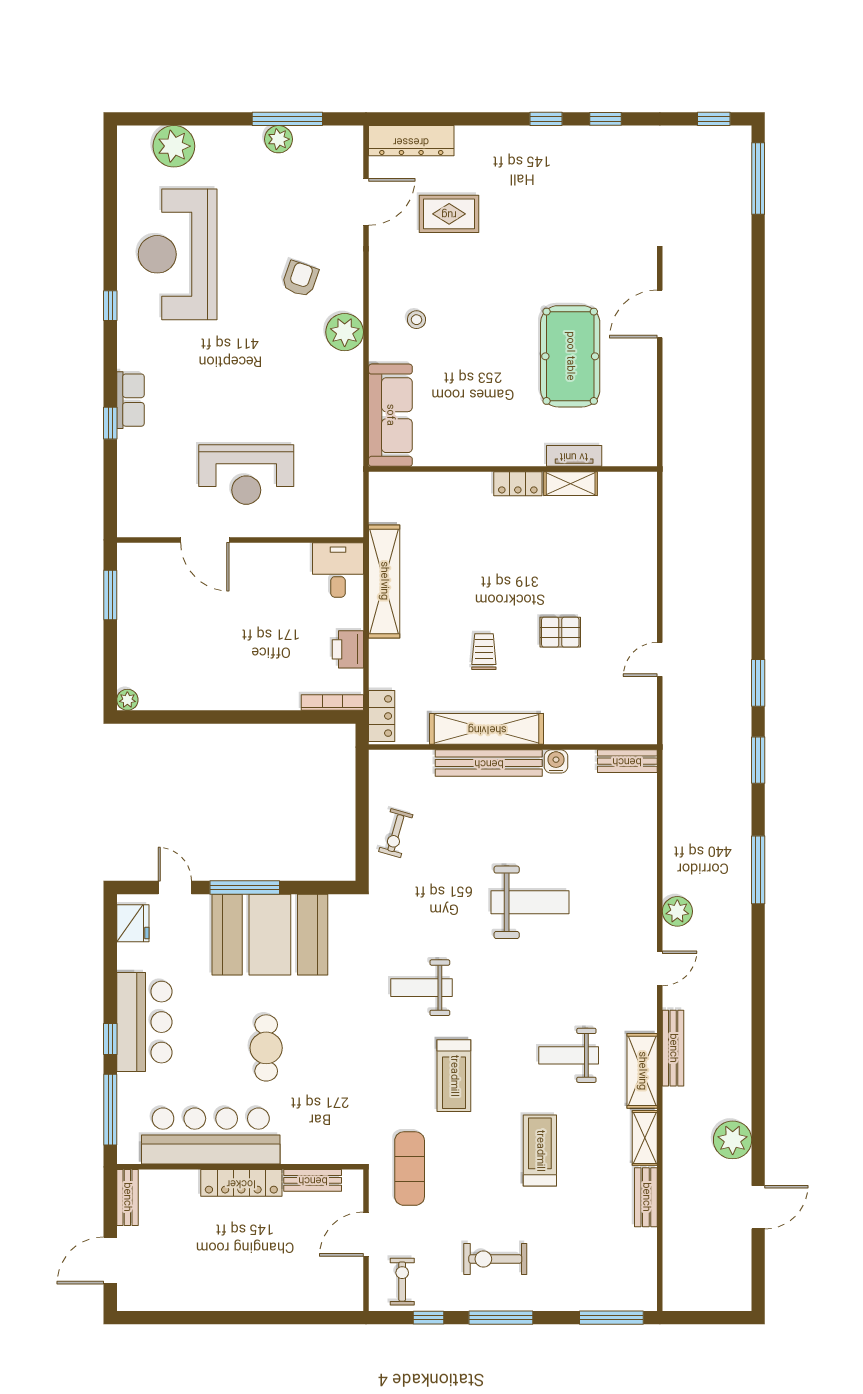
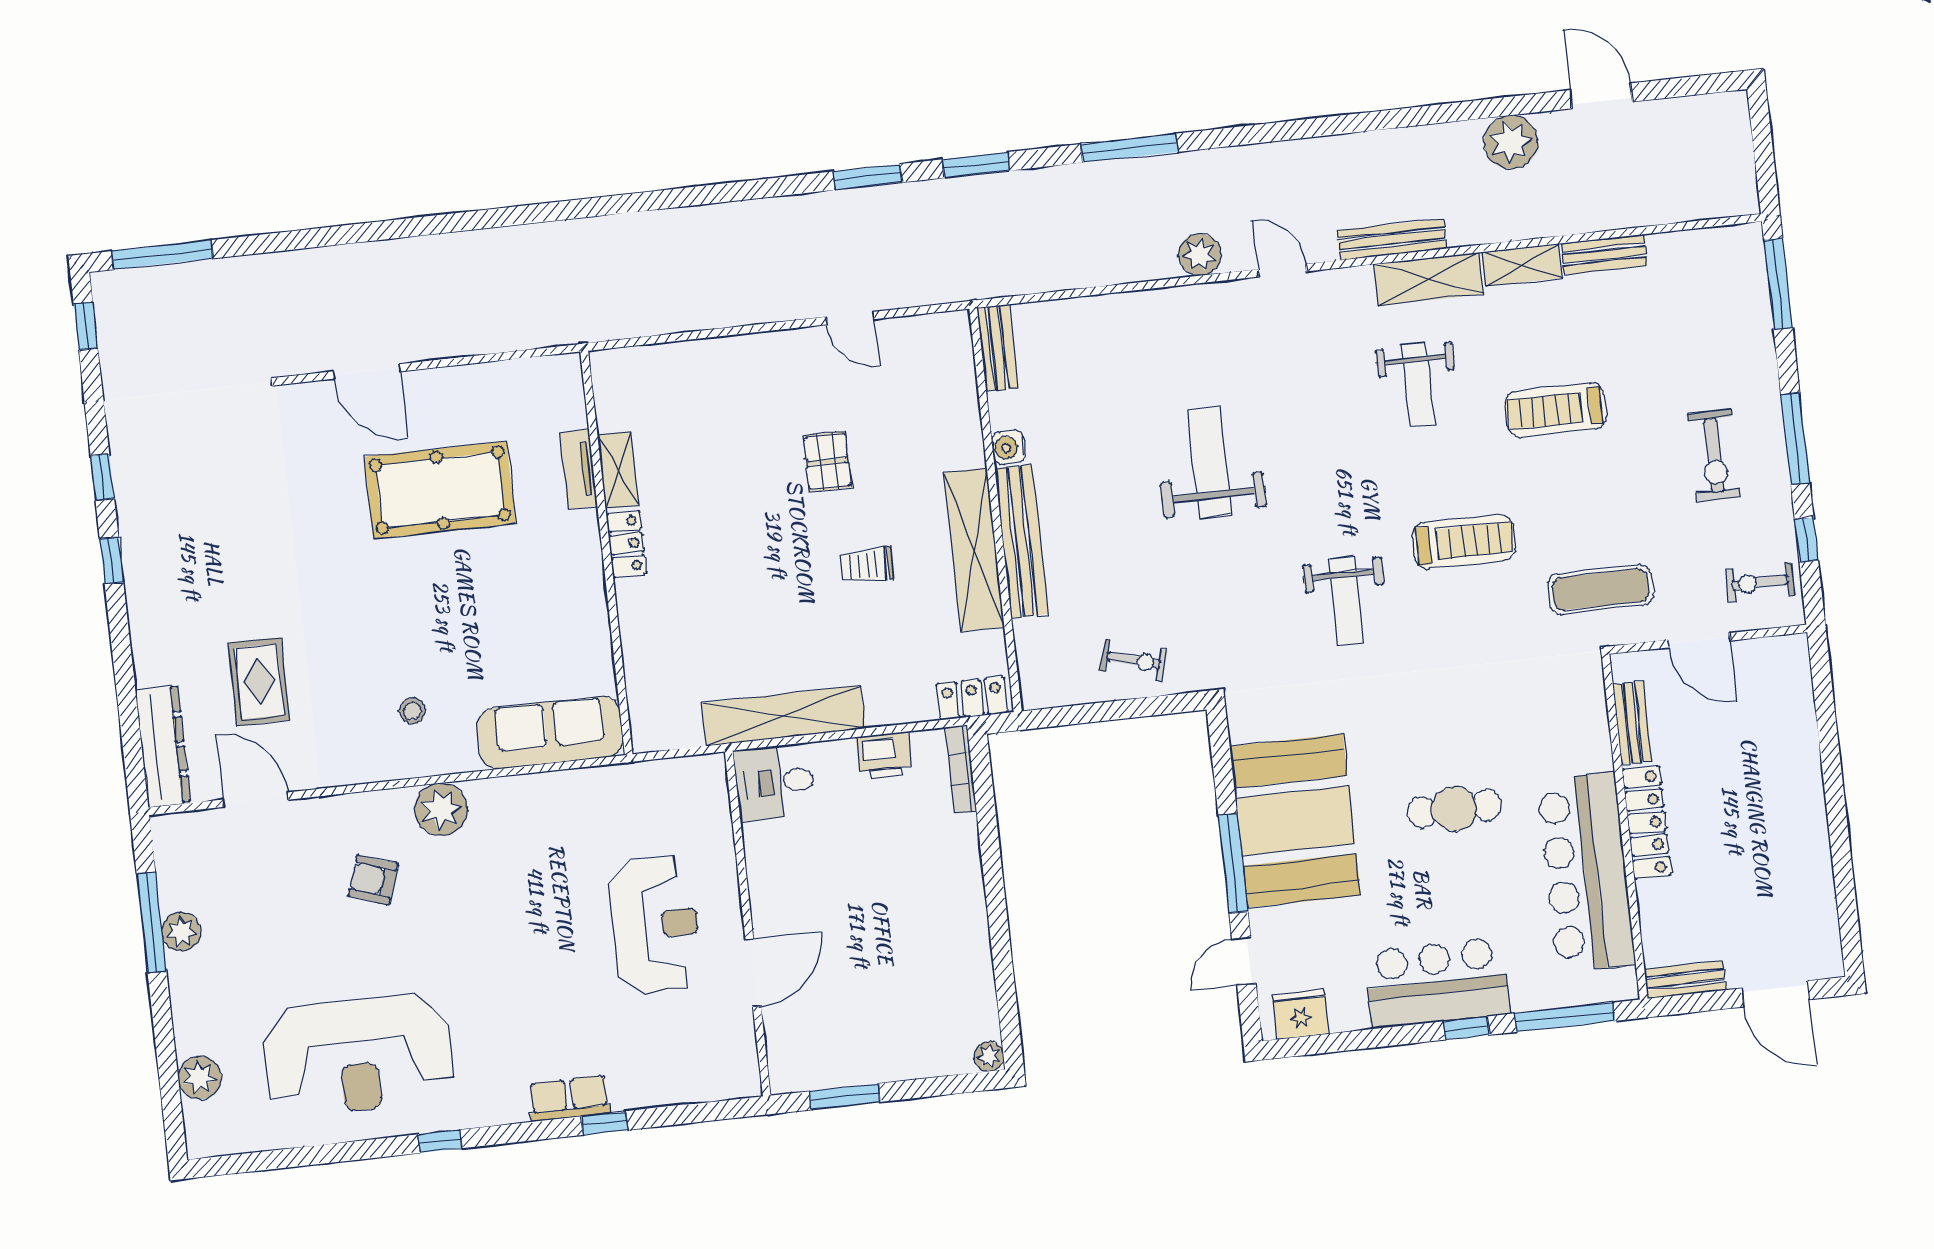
plant: (174, 146) -> (200, 1078), width x0.73, depth x0.73

